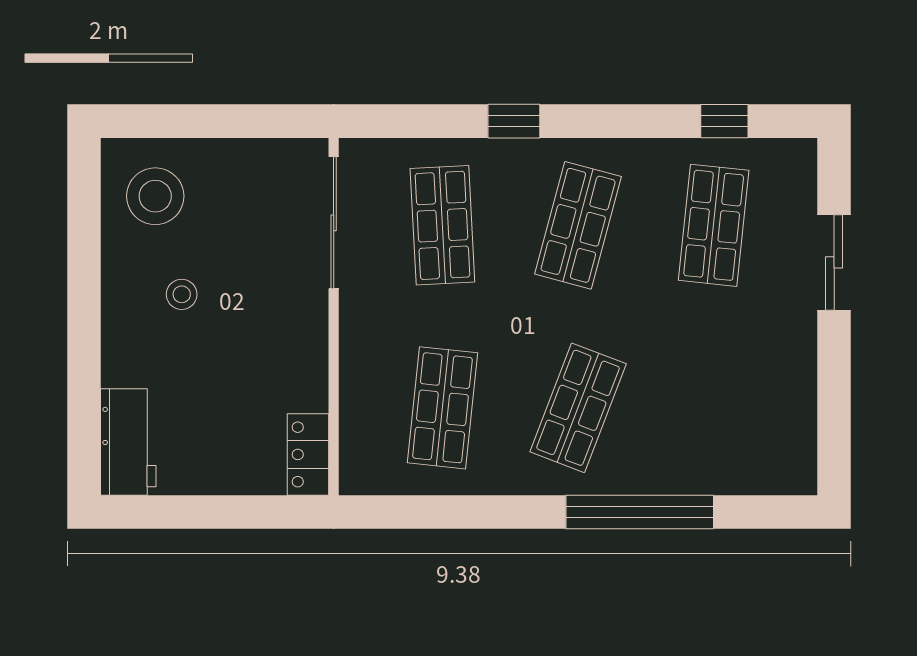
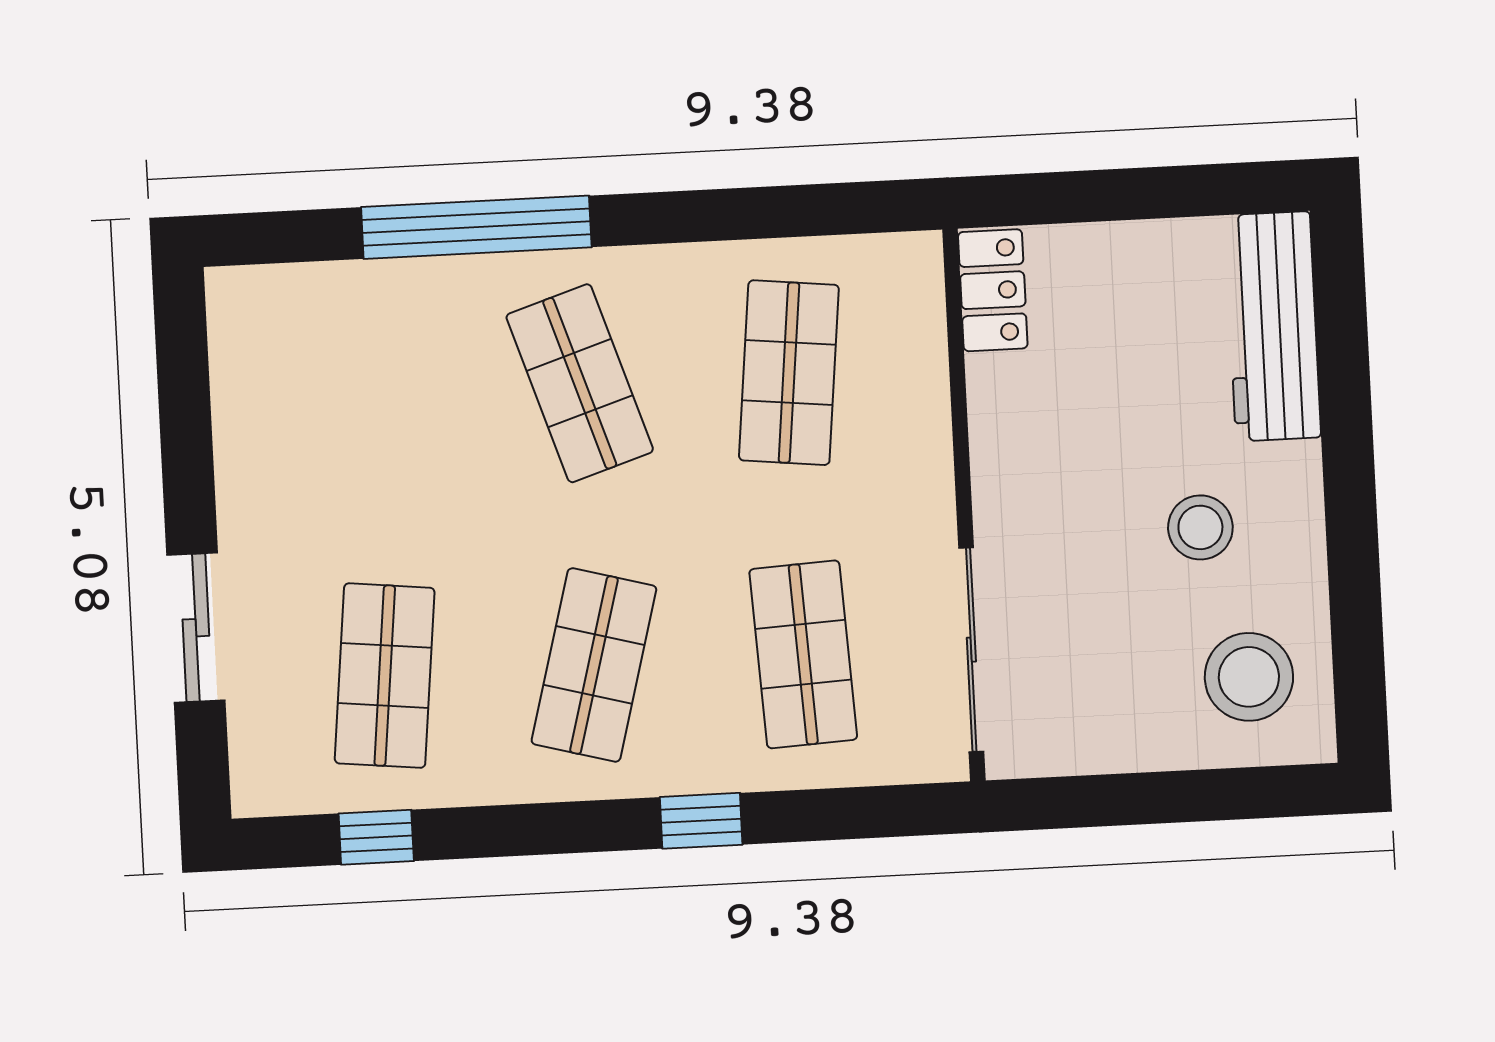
stool: (182, 294) -> (1200, 527), width x1.37, depth x1.37
shop shelf: (578, 408) -> (580, 383), turned -39
workbench: (128, 442) -> (1273, 326), width x1.38

